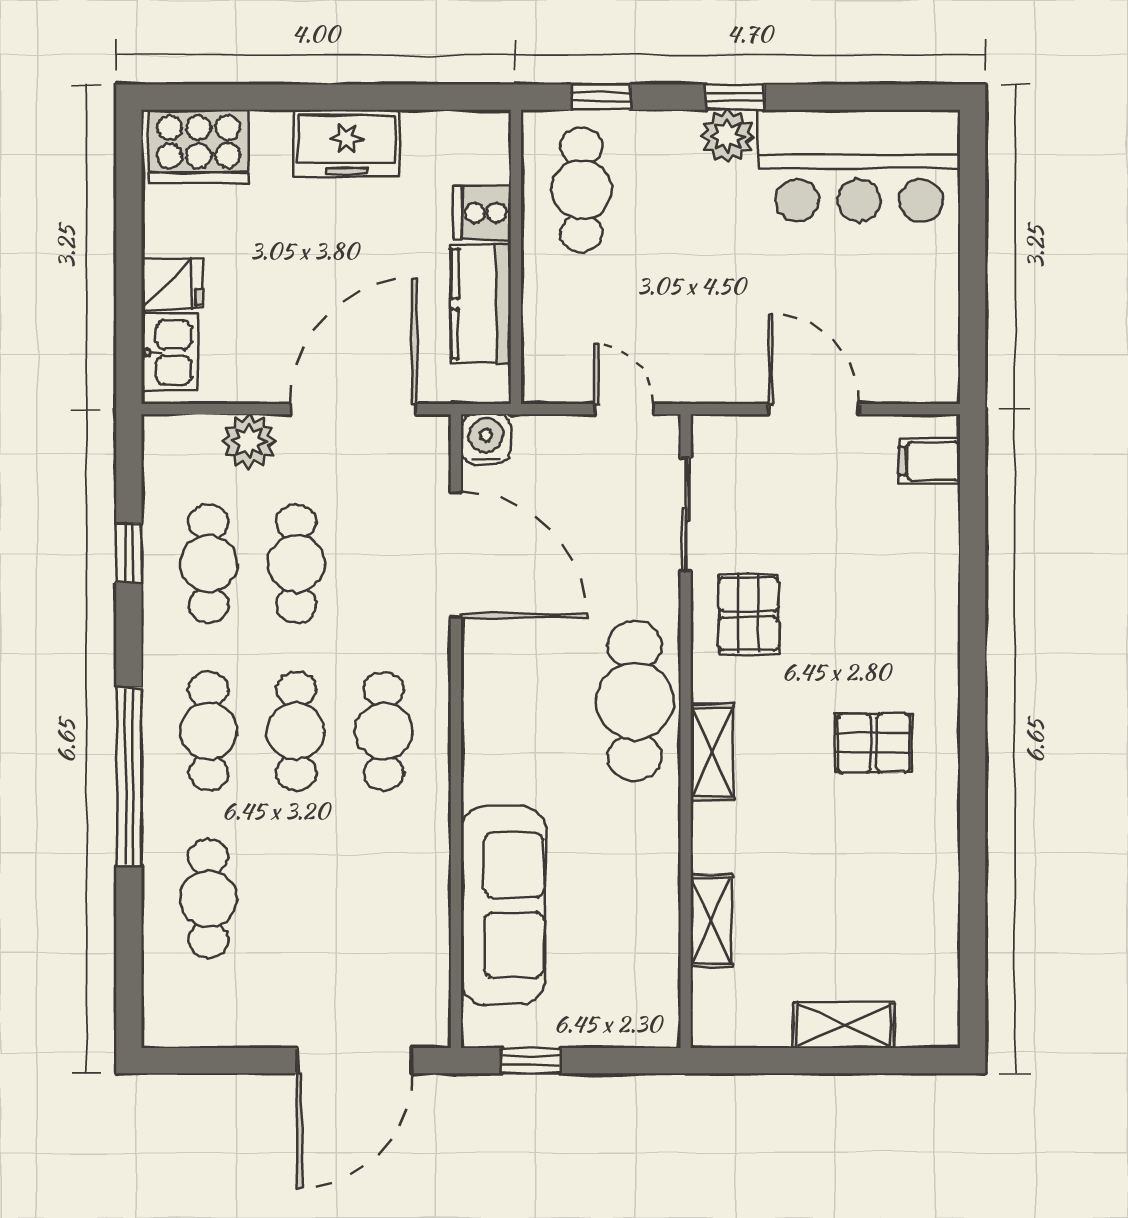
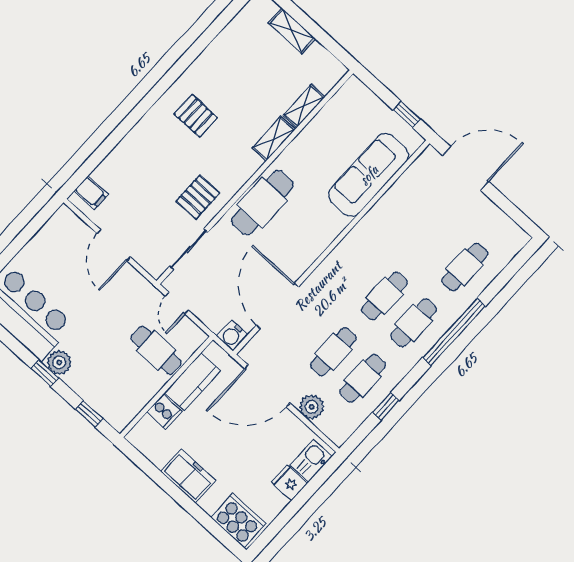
cafe table: (581, 190) -> (156, 350), moved, turned 90
cafe table: (384, 731) -> (355, 269), removed
shelving: (712, 752) -> (274, 139), moved

